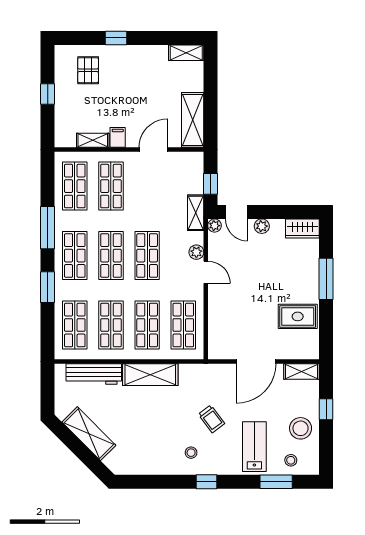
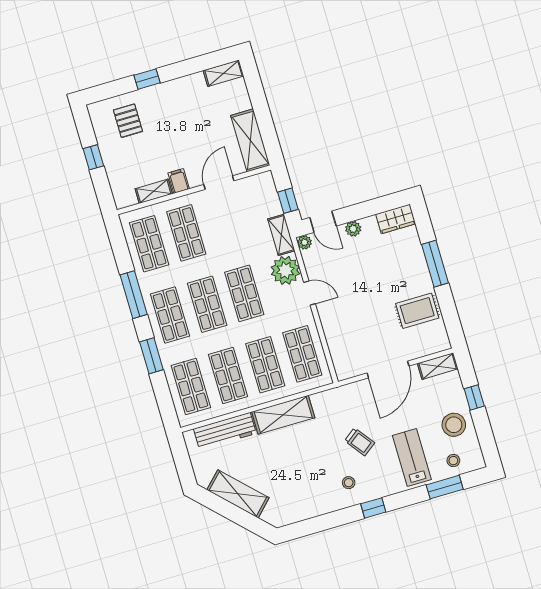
plant: (196, 252) -> (285, 270), width x1.88, depth x1.88

